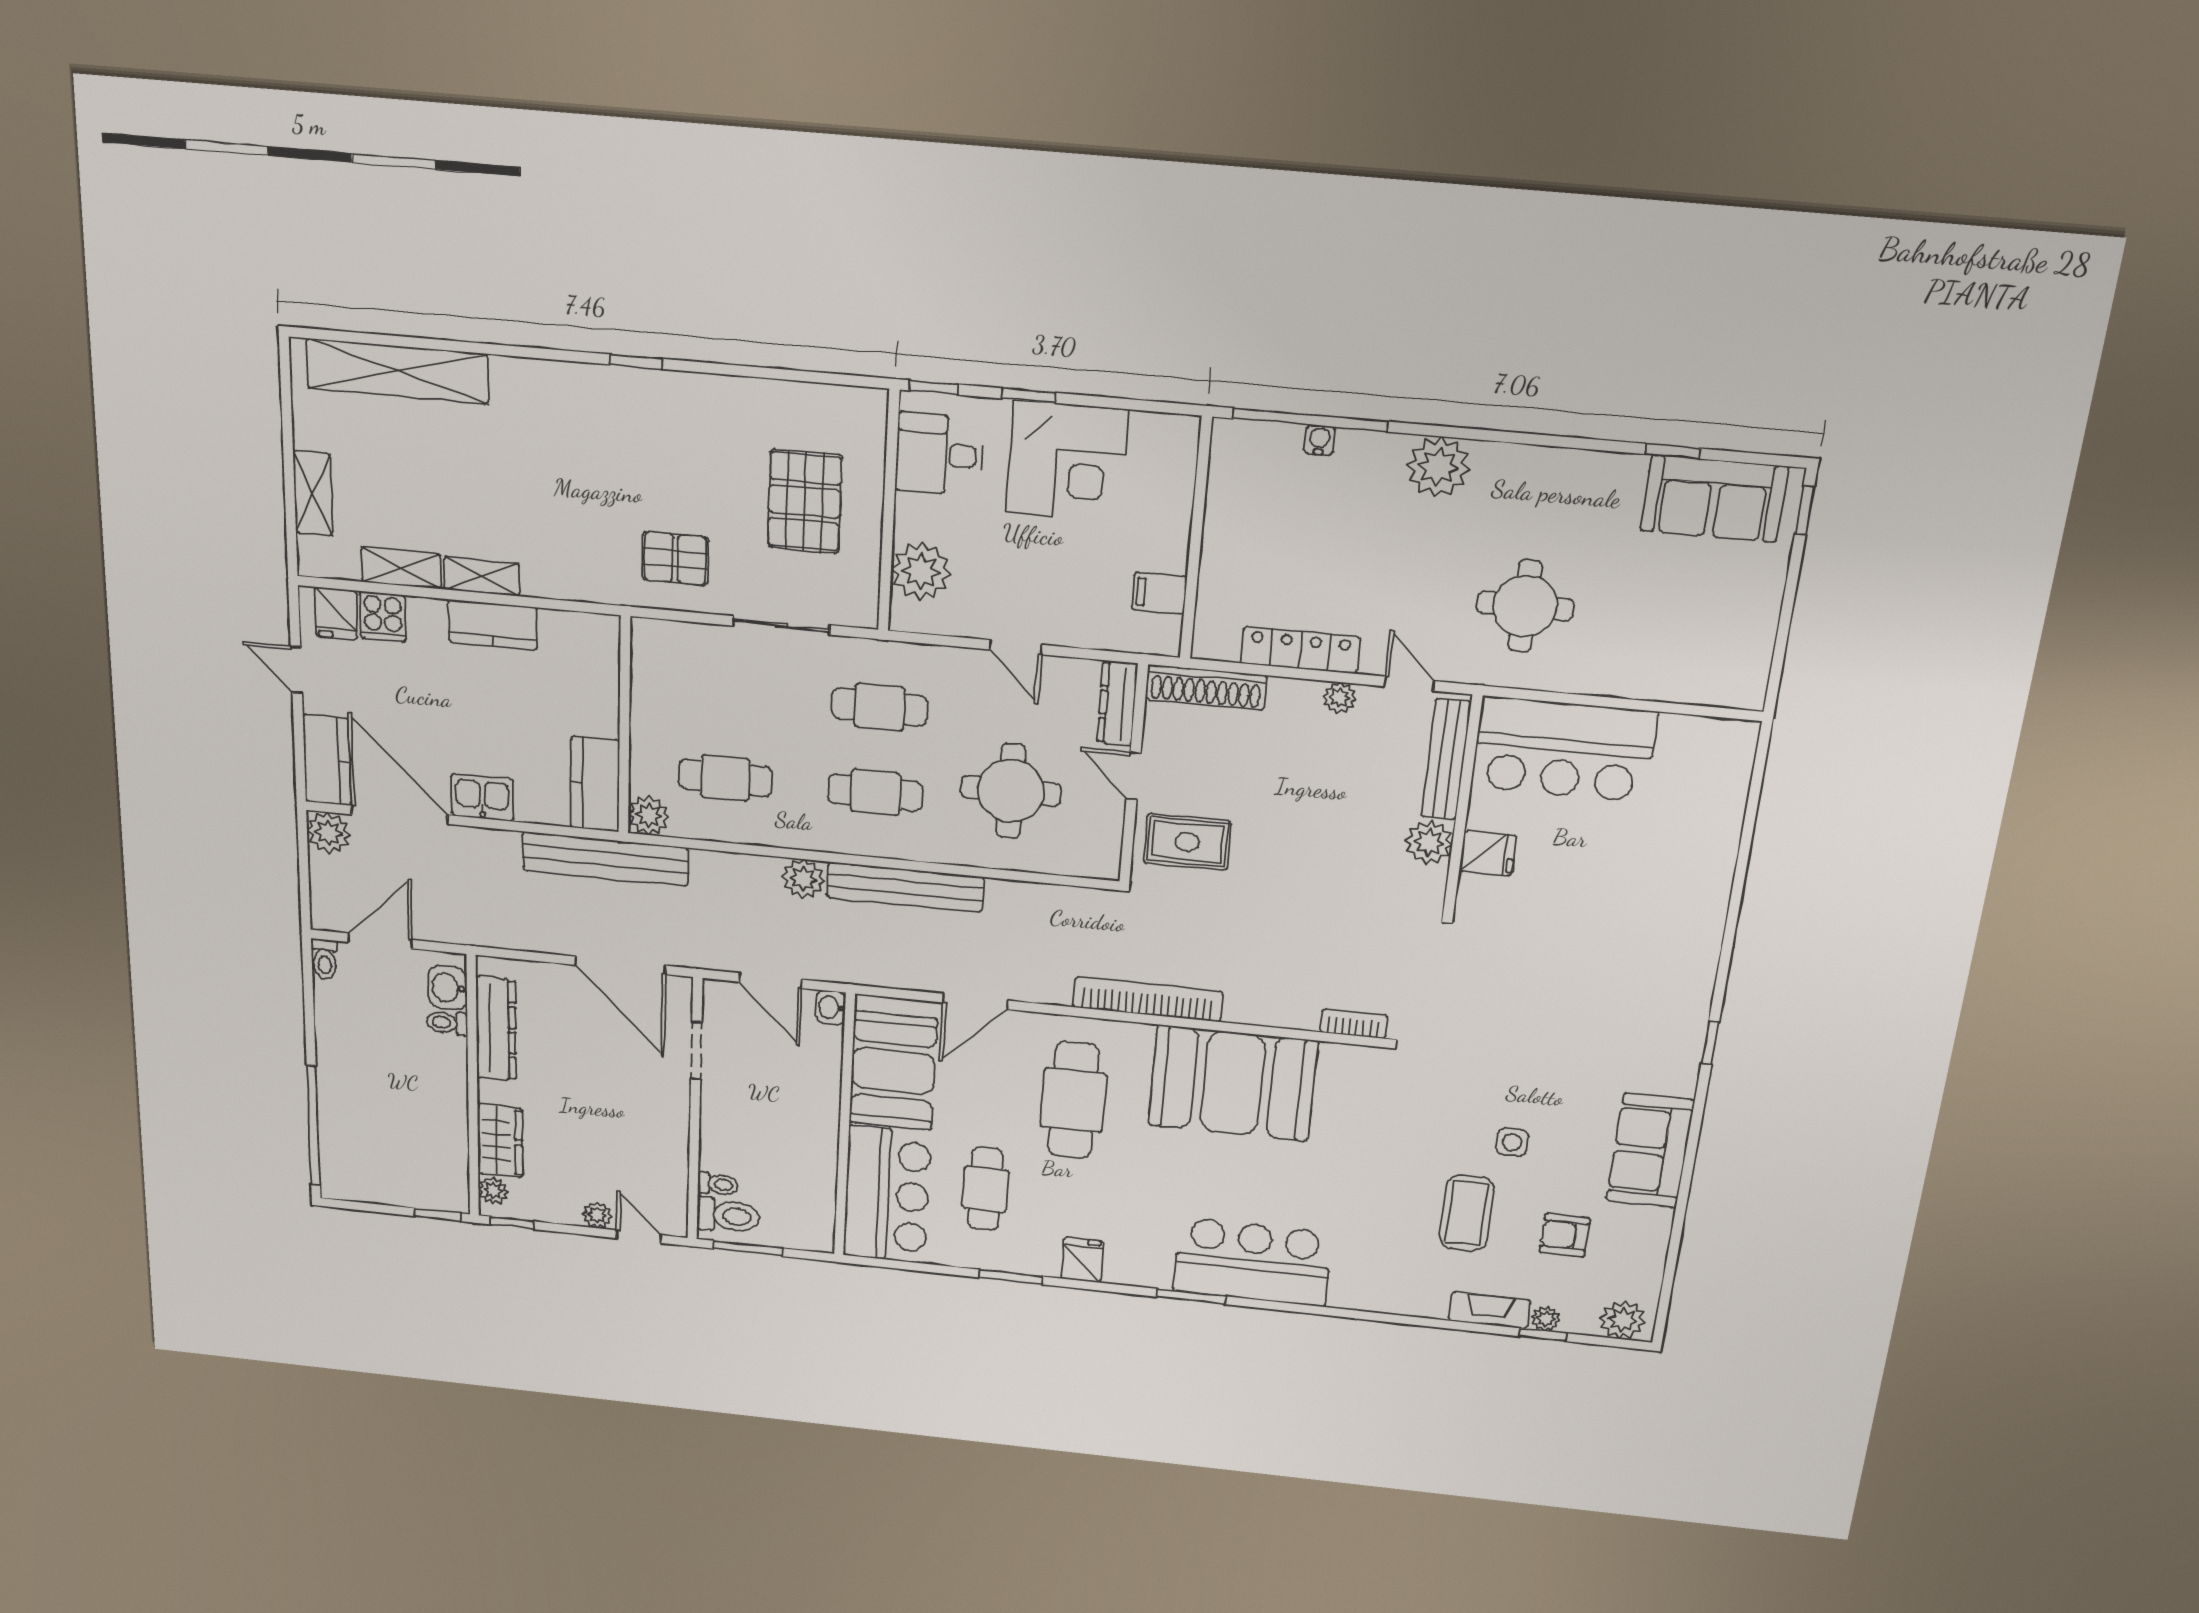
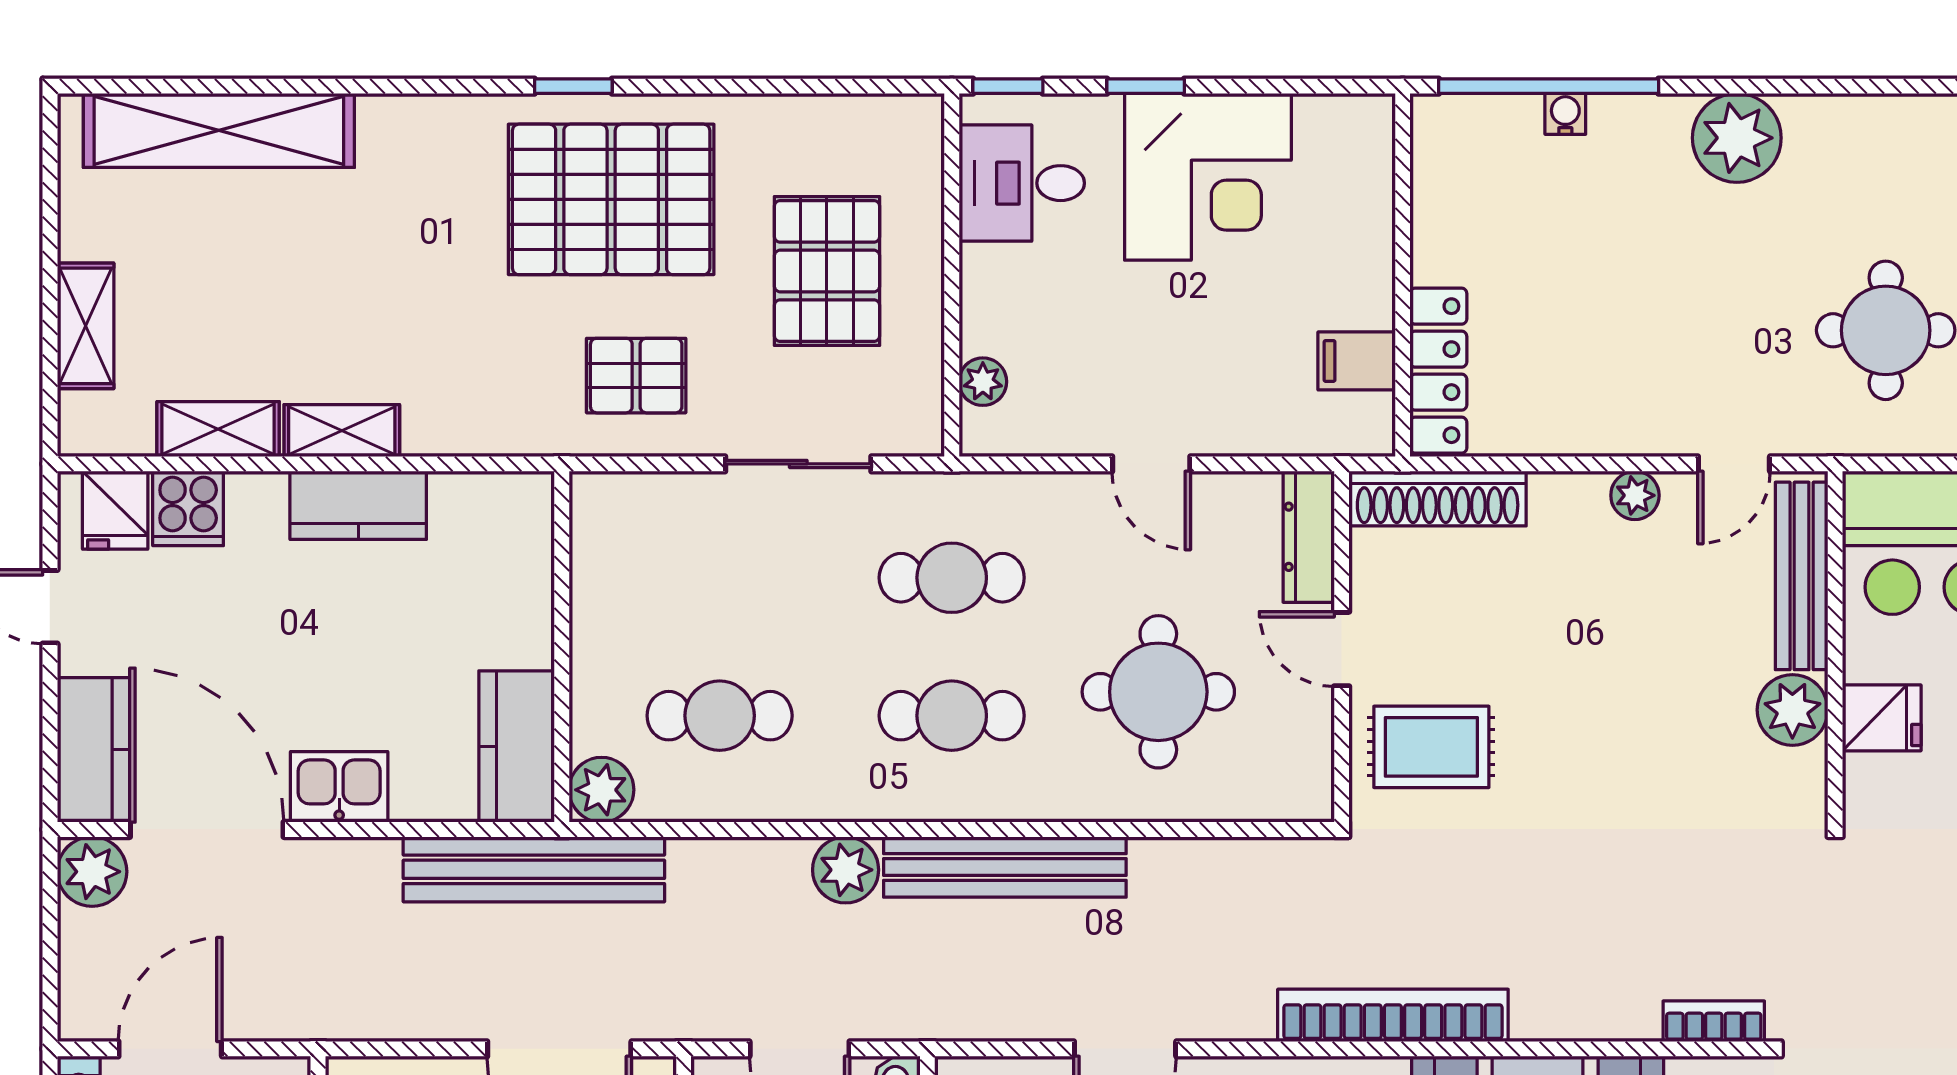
pallet: (661, 441) -> (611, 199), added
plant: (921, 571) -> (983, 382), width x0.53, depth x0.53
locker: (1300, 650) -> (1438, 371), moved, turned 90
door: (1409, 684) -> (1734, 464), swing flipped

